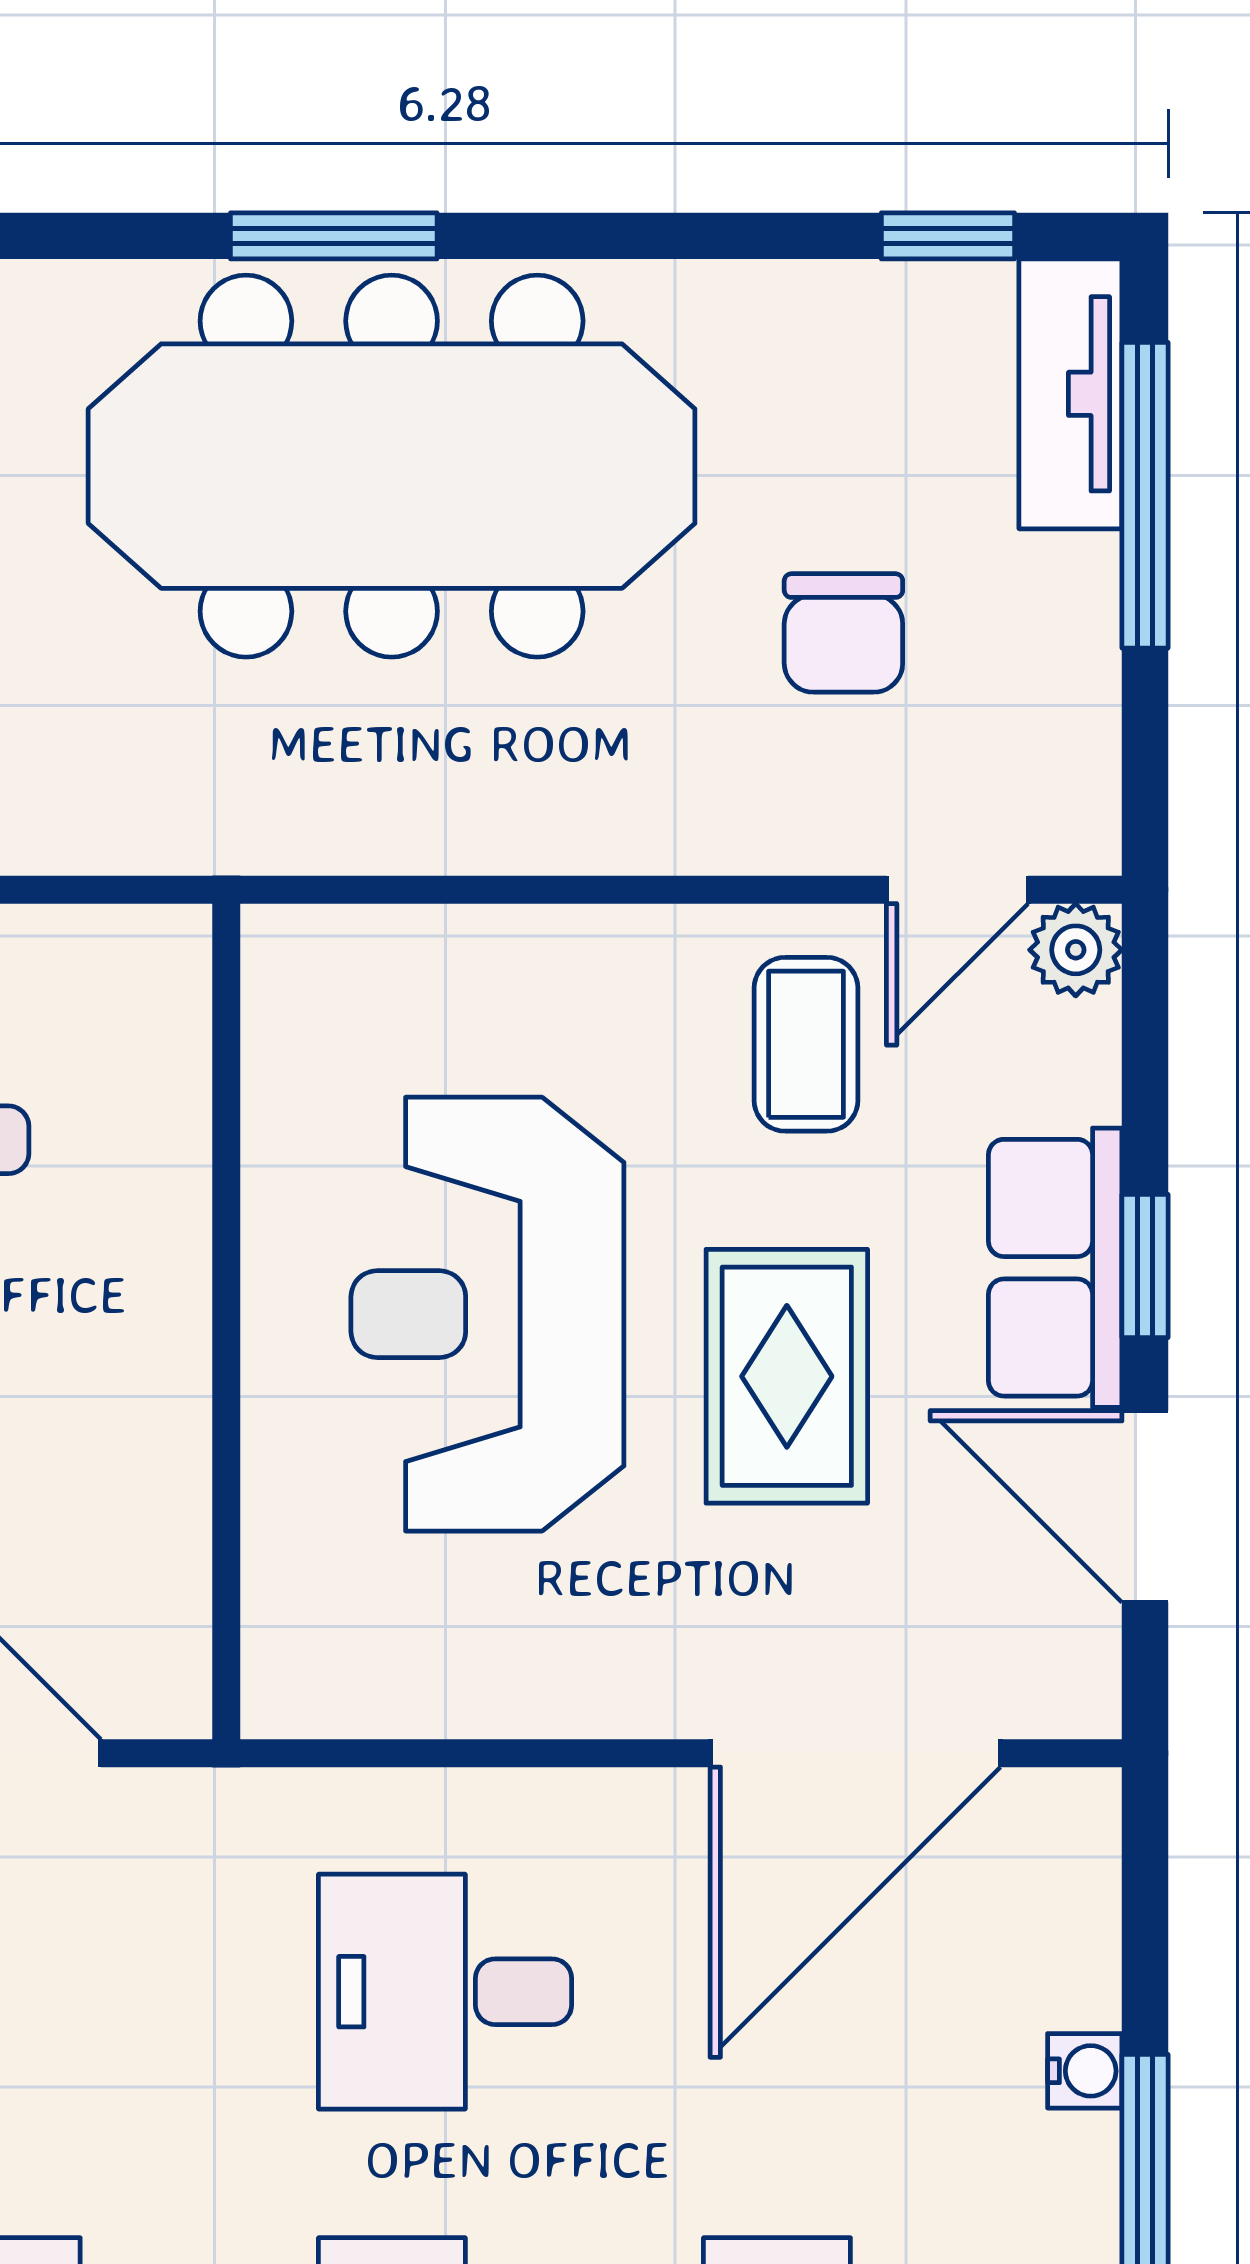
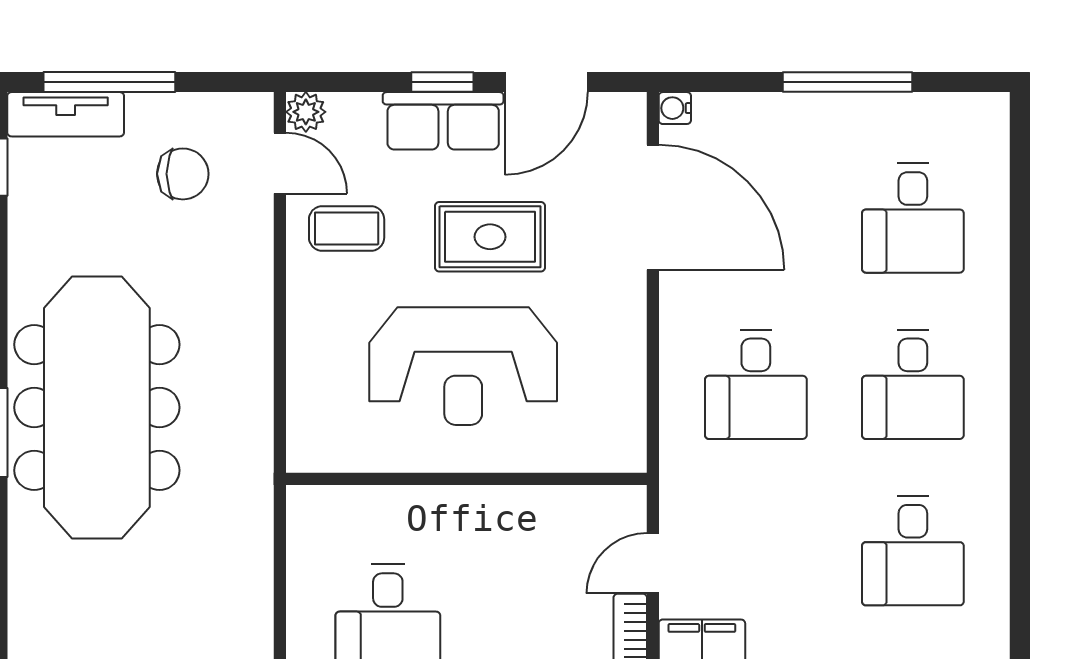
chair: (843, 633) -> (183, 174), moved
water cooler: (1085, 2071) -> (675, 108), moved, turned -90

